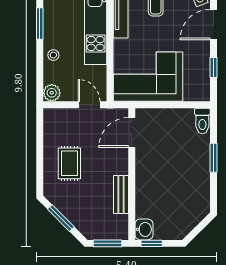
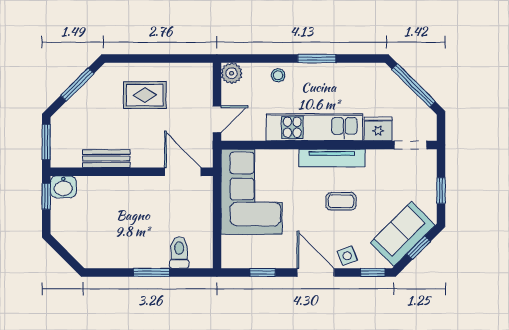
toilet: (202, 121) -> (179, 252), moved, turned 90

